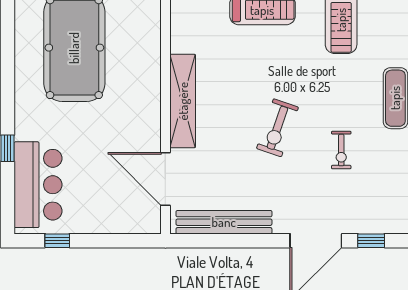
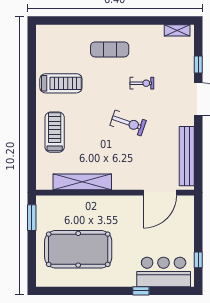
shelving: (183, 101) -> (82, 182), moved

